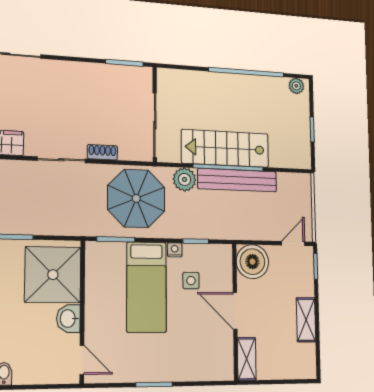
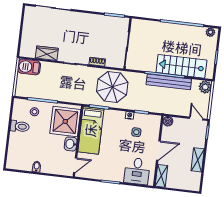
stairs: (225, 148) -> (181, 66), moved
plant: (184, 179) -> (205, 87), moved
door: (293, 243) -> (196, 119), hinge flipped
boiler: (252, 262) -> (168, 121), width x0.54, depth x0.54
bed: (146, 287) -> (91, 130), moved
door: (235, 311) -> (158, 150), swing flipped
desk: (201, 356) -> (137, 171), added
door: (82, 360) -> (75, 165), hinge flipped

